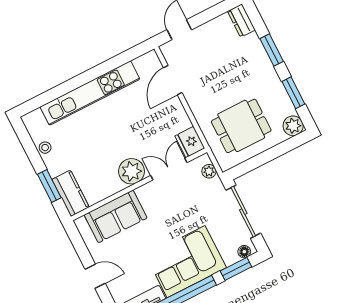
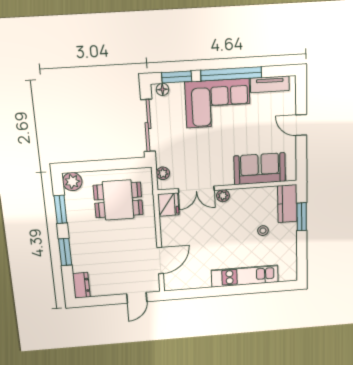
kitchen unit: (90, 93) -> (245, 276), width x0.73
stool: (45, 148) -> (263, 231), moved
plant: (131, 171) -> (223, 196), width x0.53, depth x0.53

